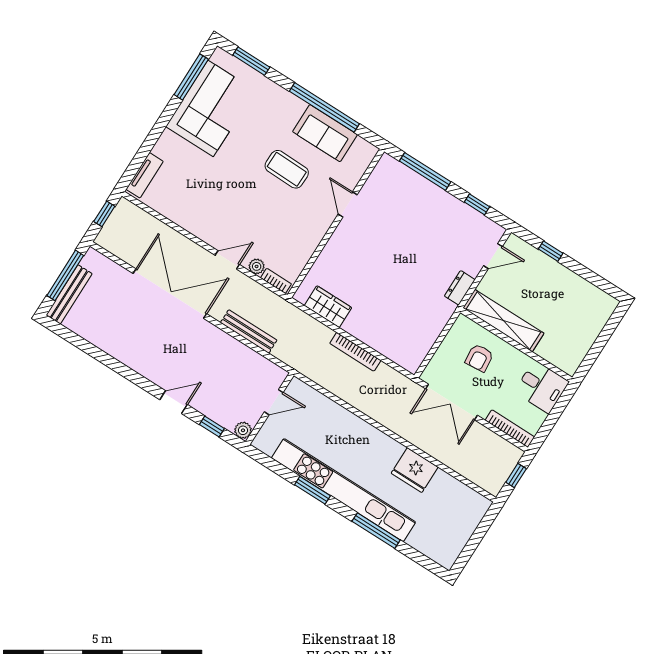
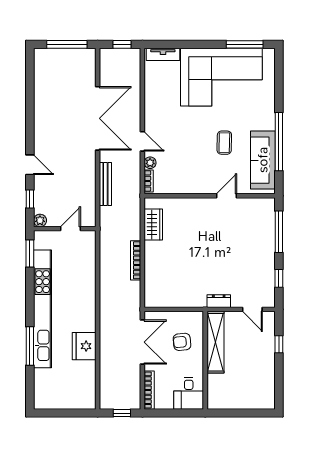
window: (251, 61) -> (279, 76), removed
corner sofa: (211, 108) -> (221, 77), width x1.36, depth x1.36
sofa: (325, 133) -> (263, 160), width x1.36
coffee table: (287, 169) -> (224, 143), width x0.73, depth x0.77
bench: (69, 294) -> (56, 54), removed
door: (274, 402) -> (70, 229), swing flipped
double door: (451, 402) -> (142, 342), swing flipped
window: (312, 490) -> (30, 254), moved

